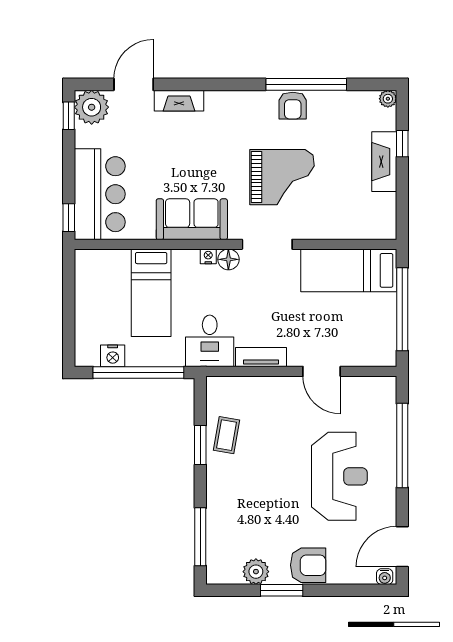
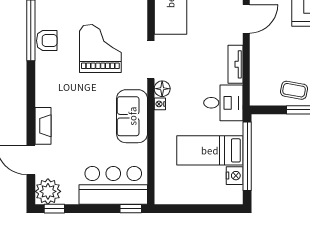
bed: (151, 293) -> (210, 150), moved, turned 180

